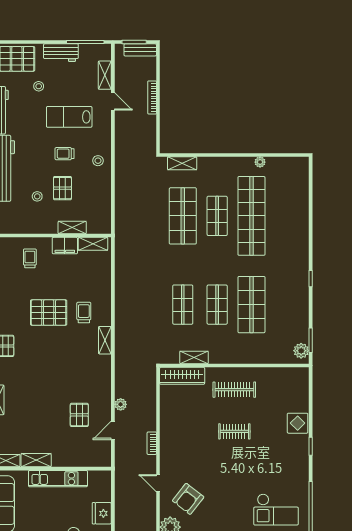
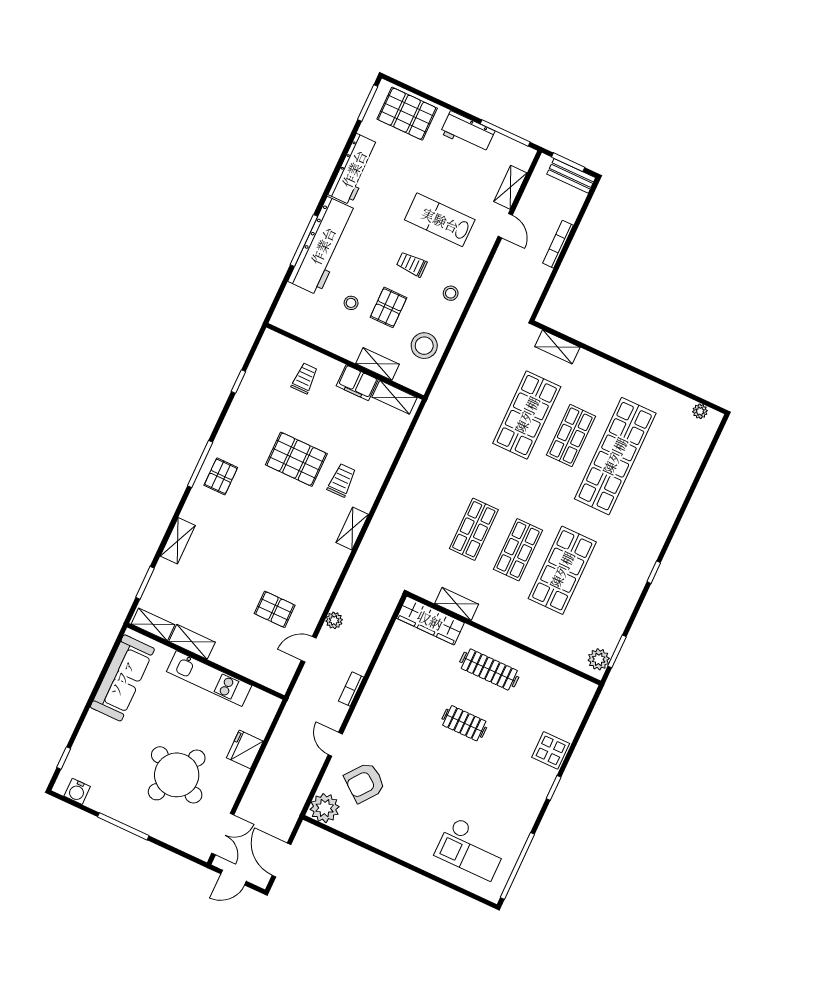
stool: (39, 86) -> (424, 346), moved, width x1.89, depth x1.89
plant: (260, 162) -> (700, 411), moved
pallet: (79, 415) -> (275, 609), turned 90

